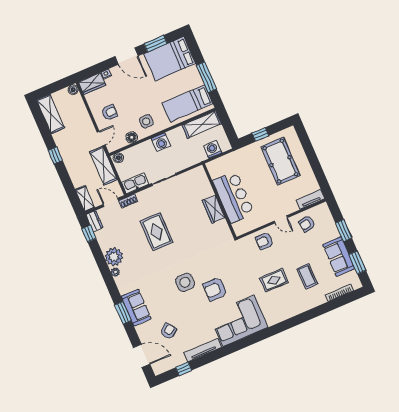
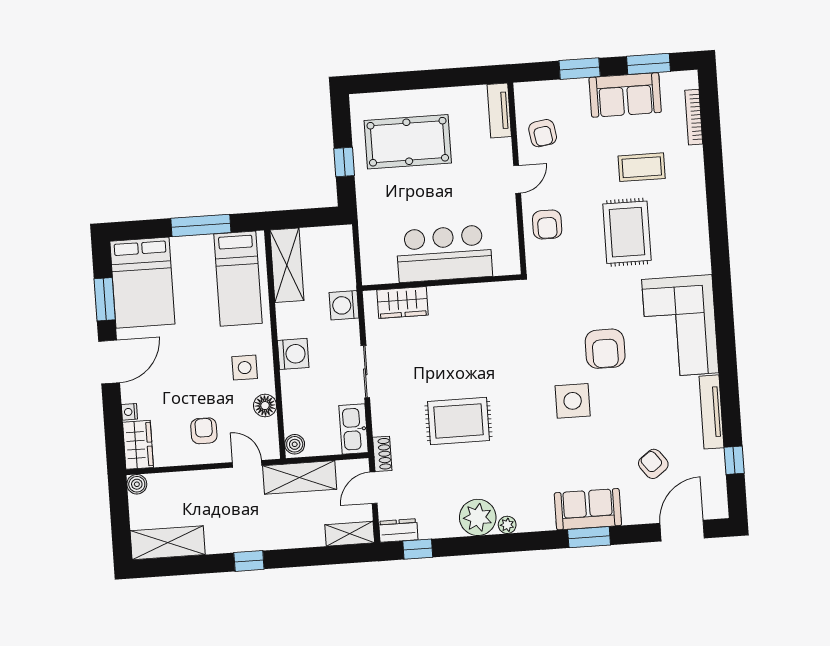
washing machine: (213, 149) -> (344, 305), moved
wardrobe: (214, 209) -> (402, 303), moved
rug: (274, 280) -> (627, 232), width x1.36, depth x1.43

